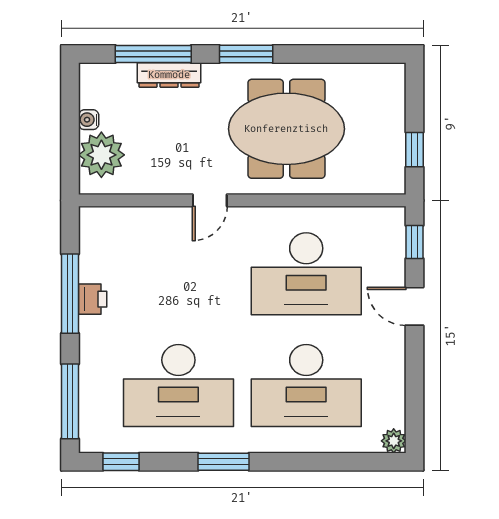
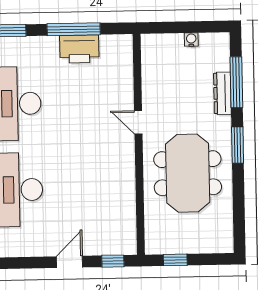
plant: (101, 155) -> (168, 49), removed
desk: (306, 274) -> (90, 188), removed
printer: (93, 299) -> (79, 49), width x1.87, depth x1.48

